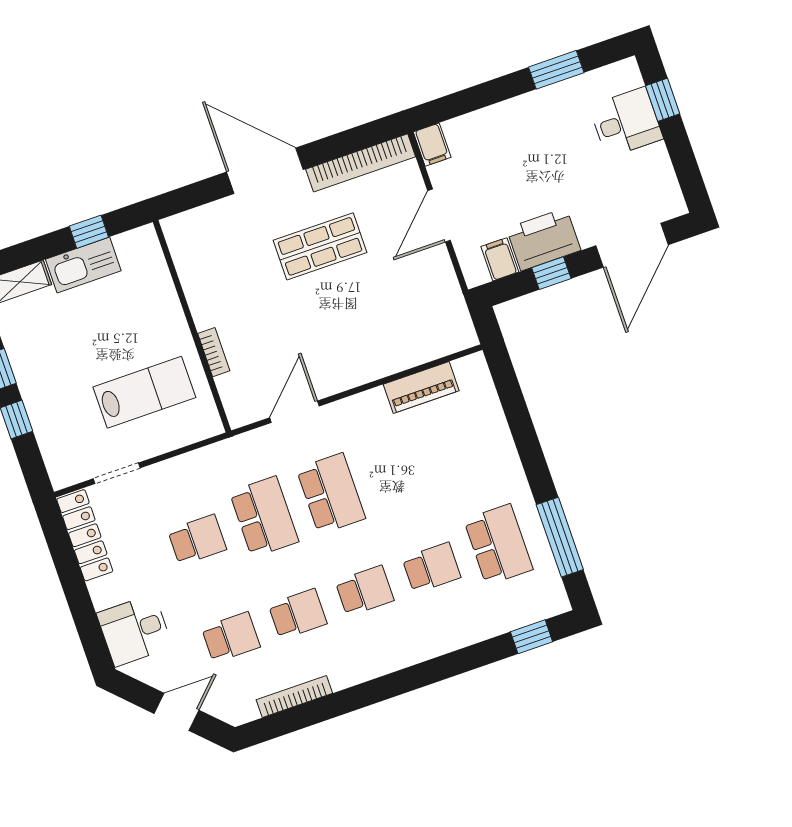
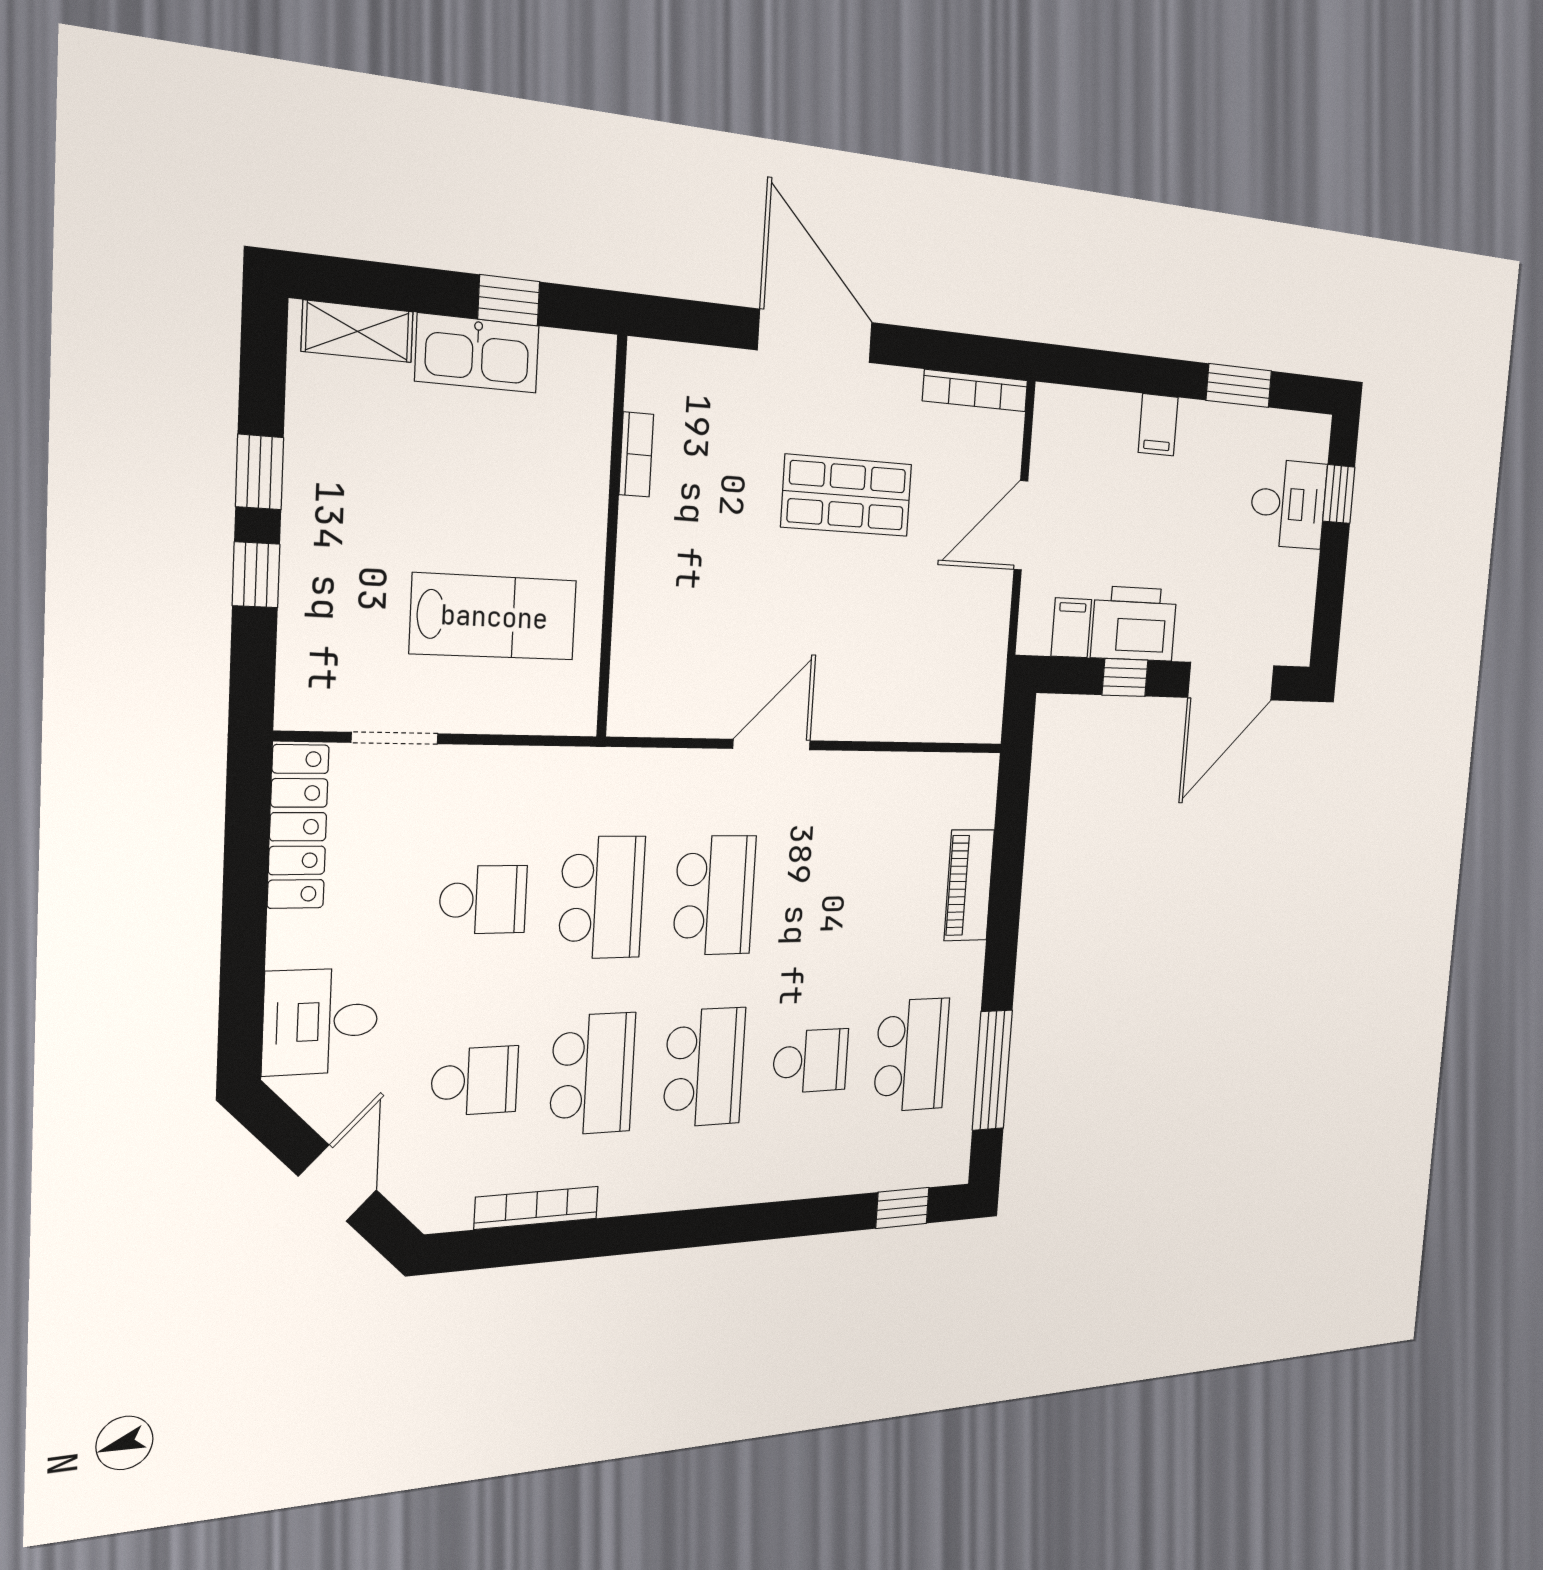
filing cabinet: (432, 145) -> (1158, 425), moved
bookcase: (361, 163) -> (975, 391), width x0.68, depth x0.76
bookcase: (214, 352) -> (636, 454), moved
piano: (421, 387) -> (969, 885), moved, turned 90
door: (294, 412) -> (772, 745), moved
school desk: (365, 591) -> (704, 1067), width x1.85
school desk: (298, 614) -> (593, 1074), width x1.85
door: (177, 712) -> (338, 1183), hinge flipped

